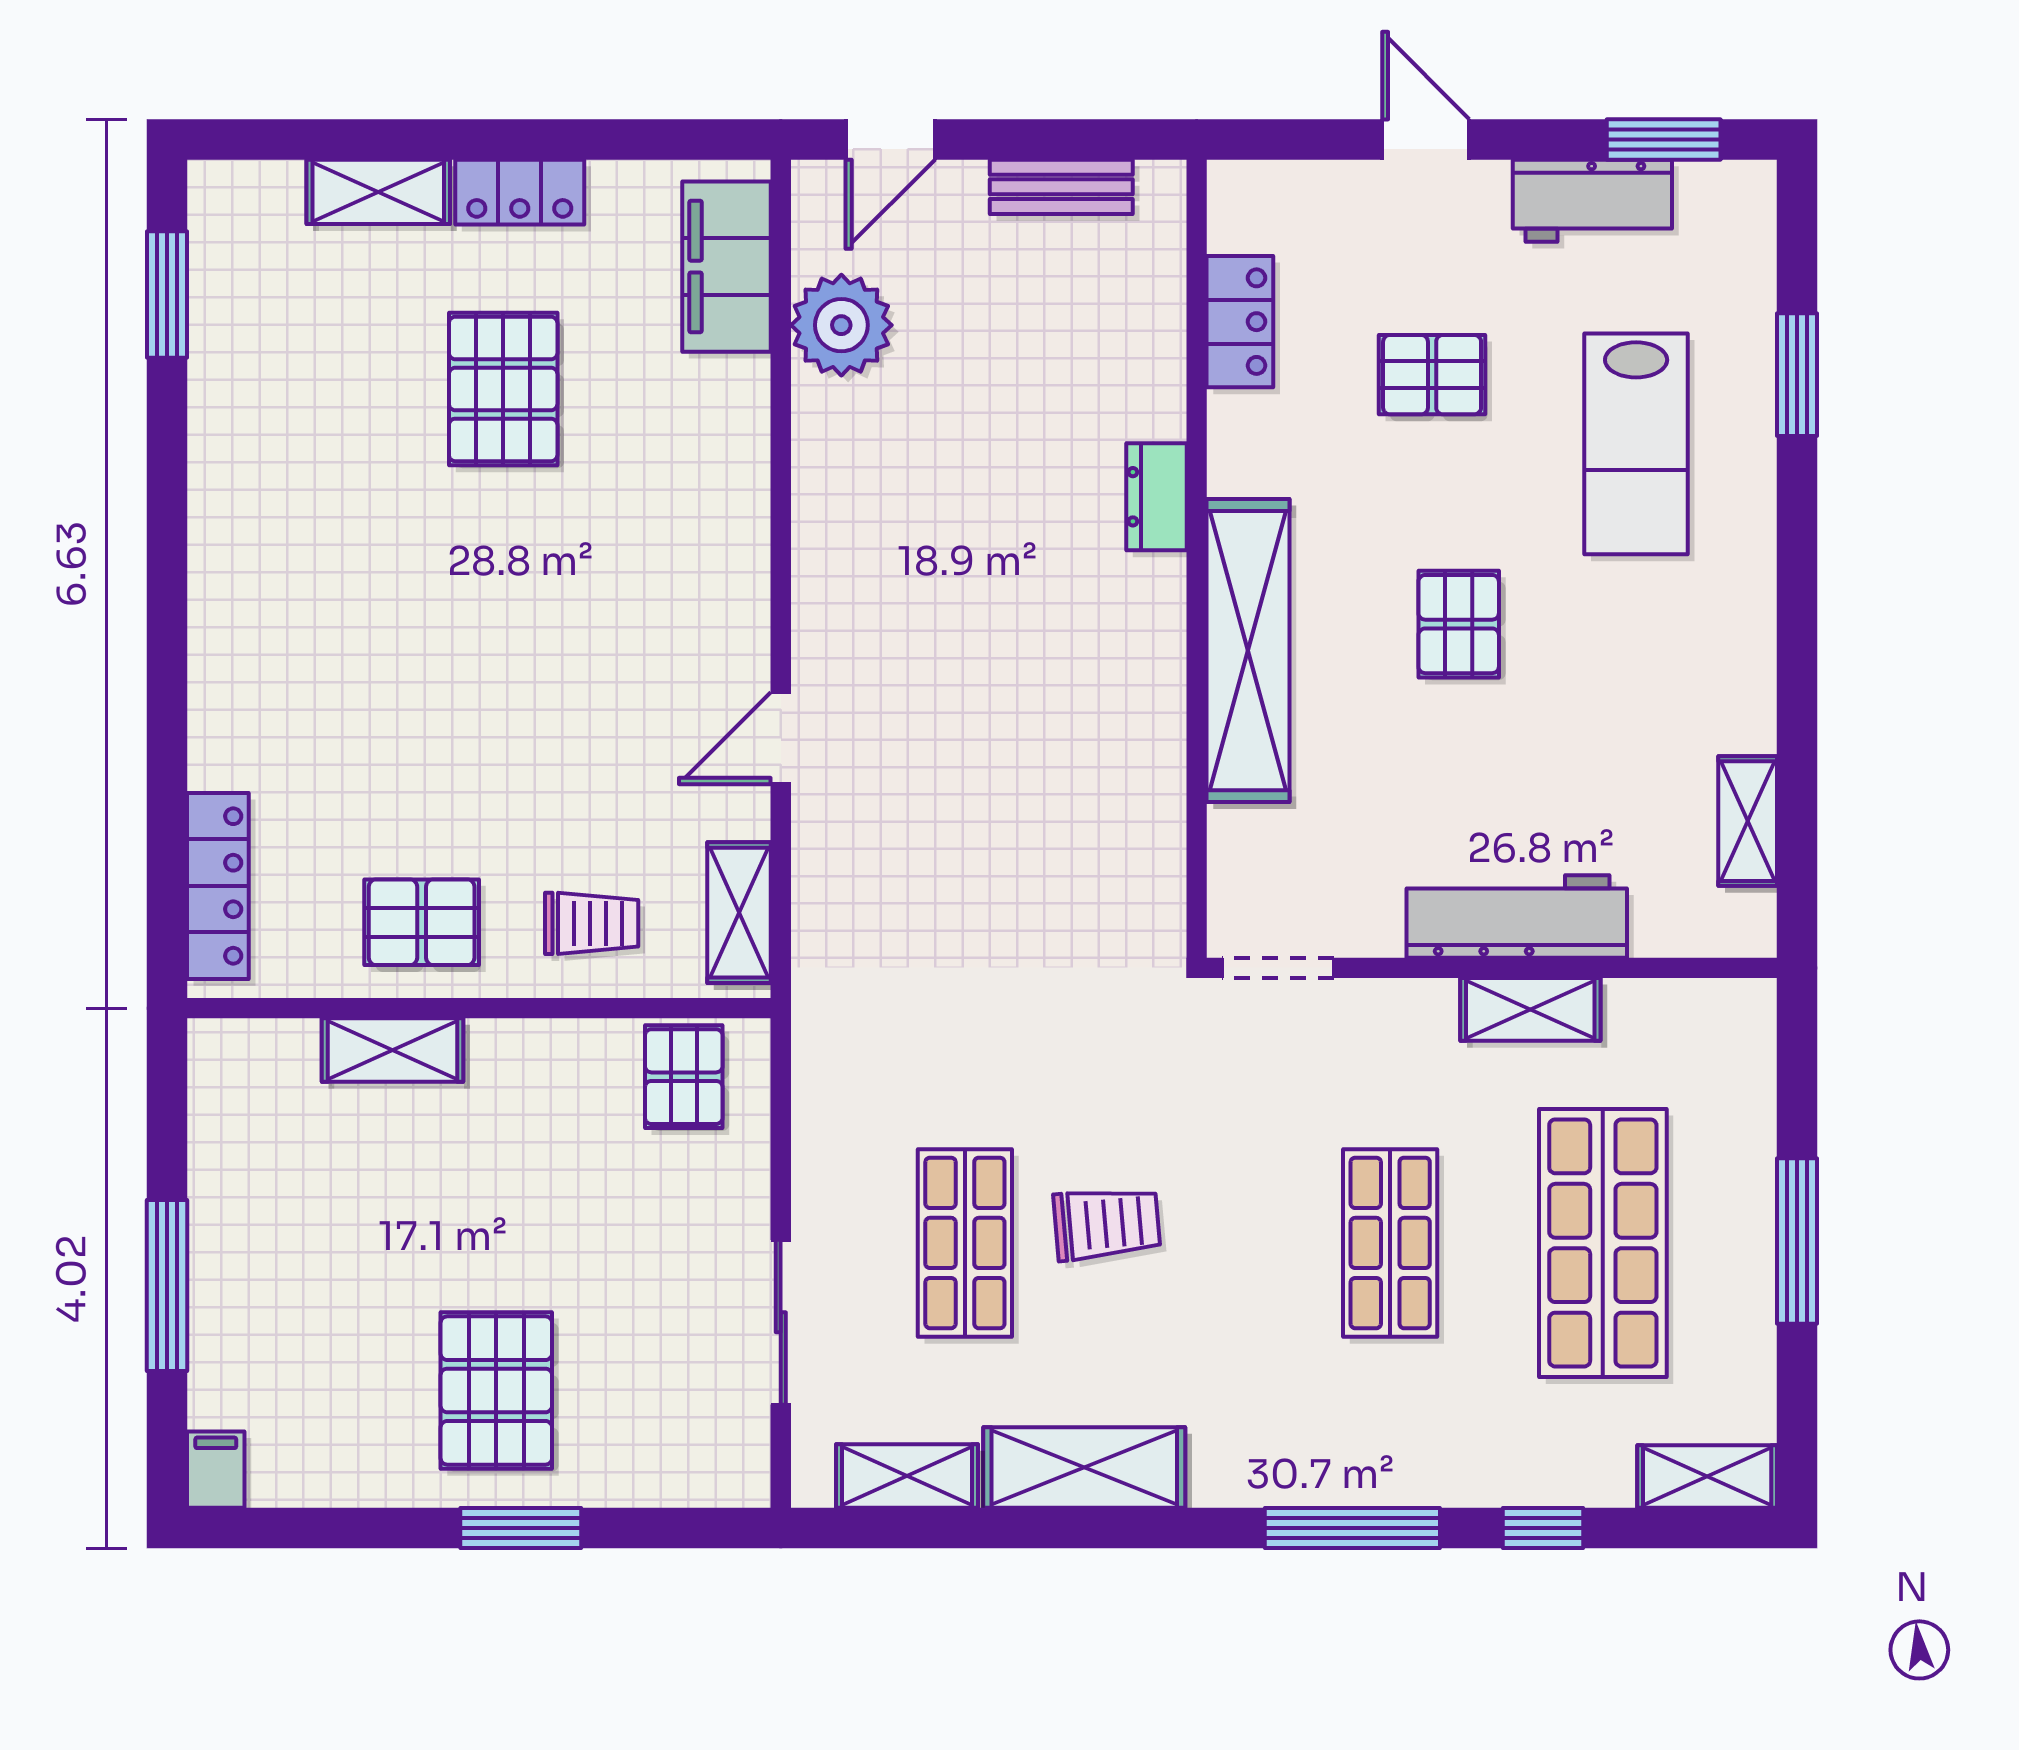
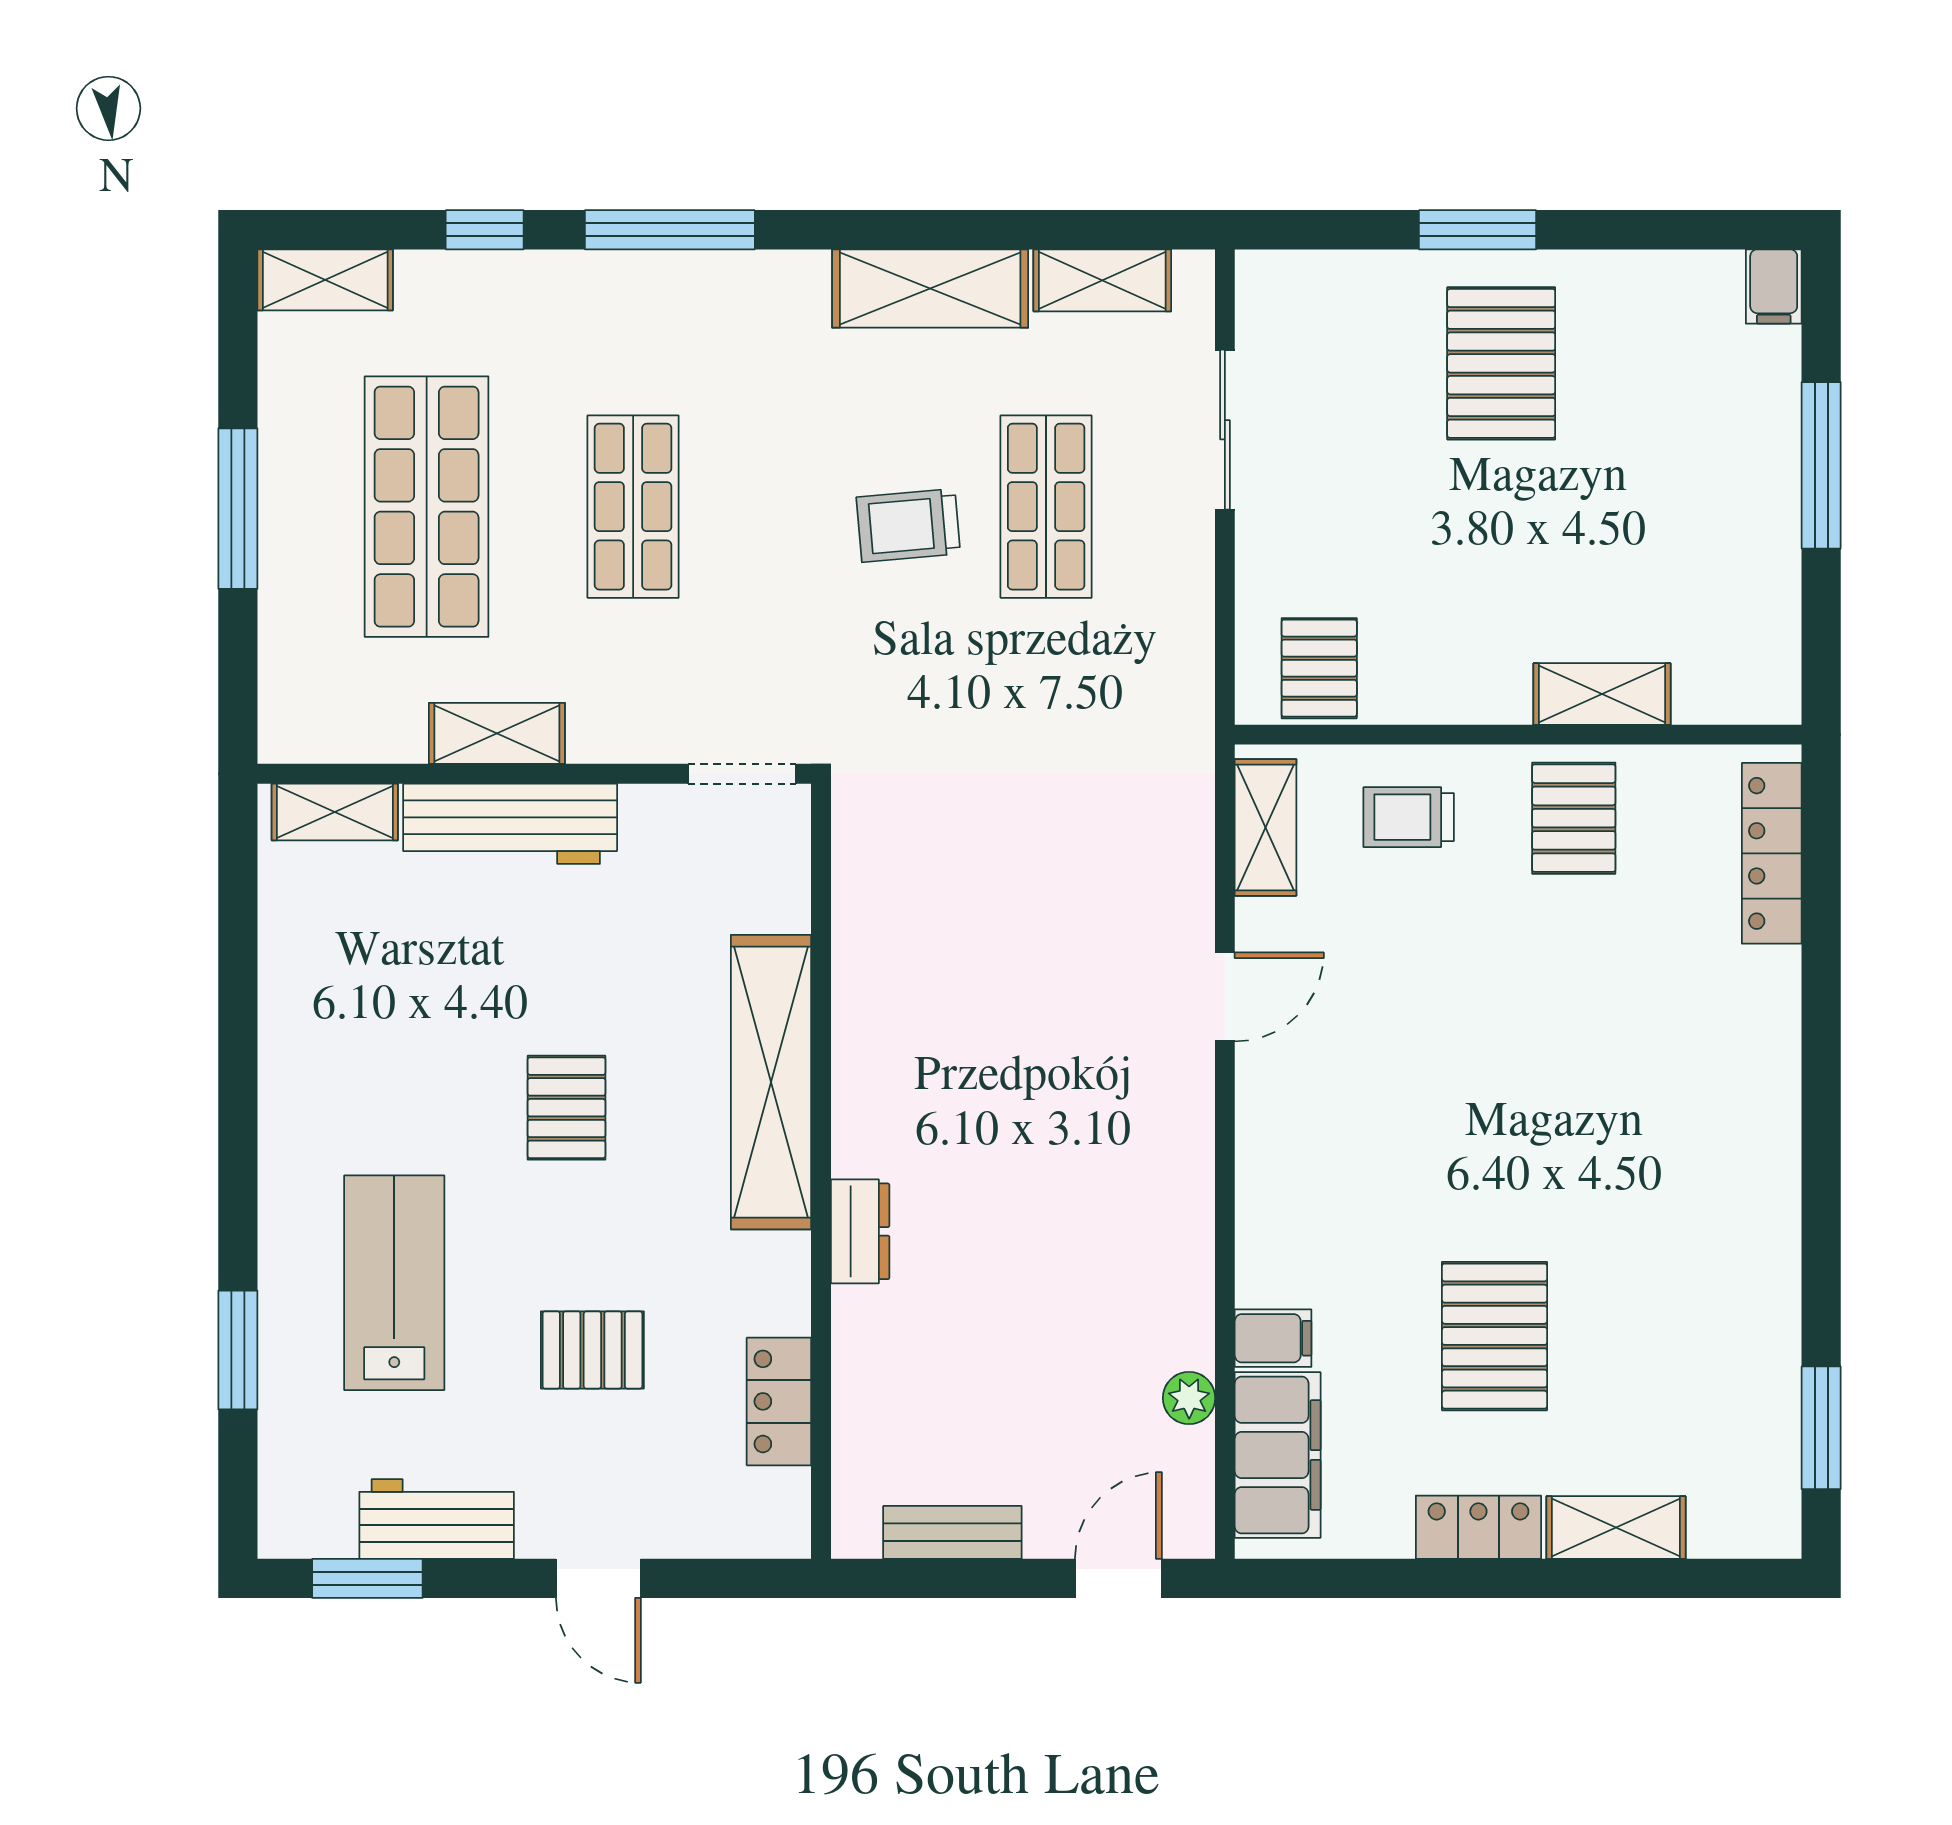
plant: (841, 325) -> (1189, 1398), width x0.53, depth x0.53
filing cabinet: (731, 387) -> (1273, 1338), added
shelving: (1748, 821) -> (335, 812), moved, turned 90
pallet: (422, 922) -> (1574, 818), turned 90

